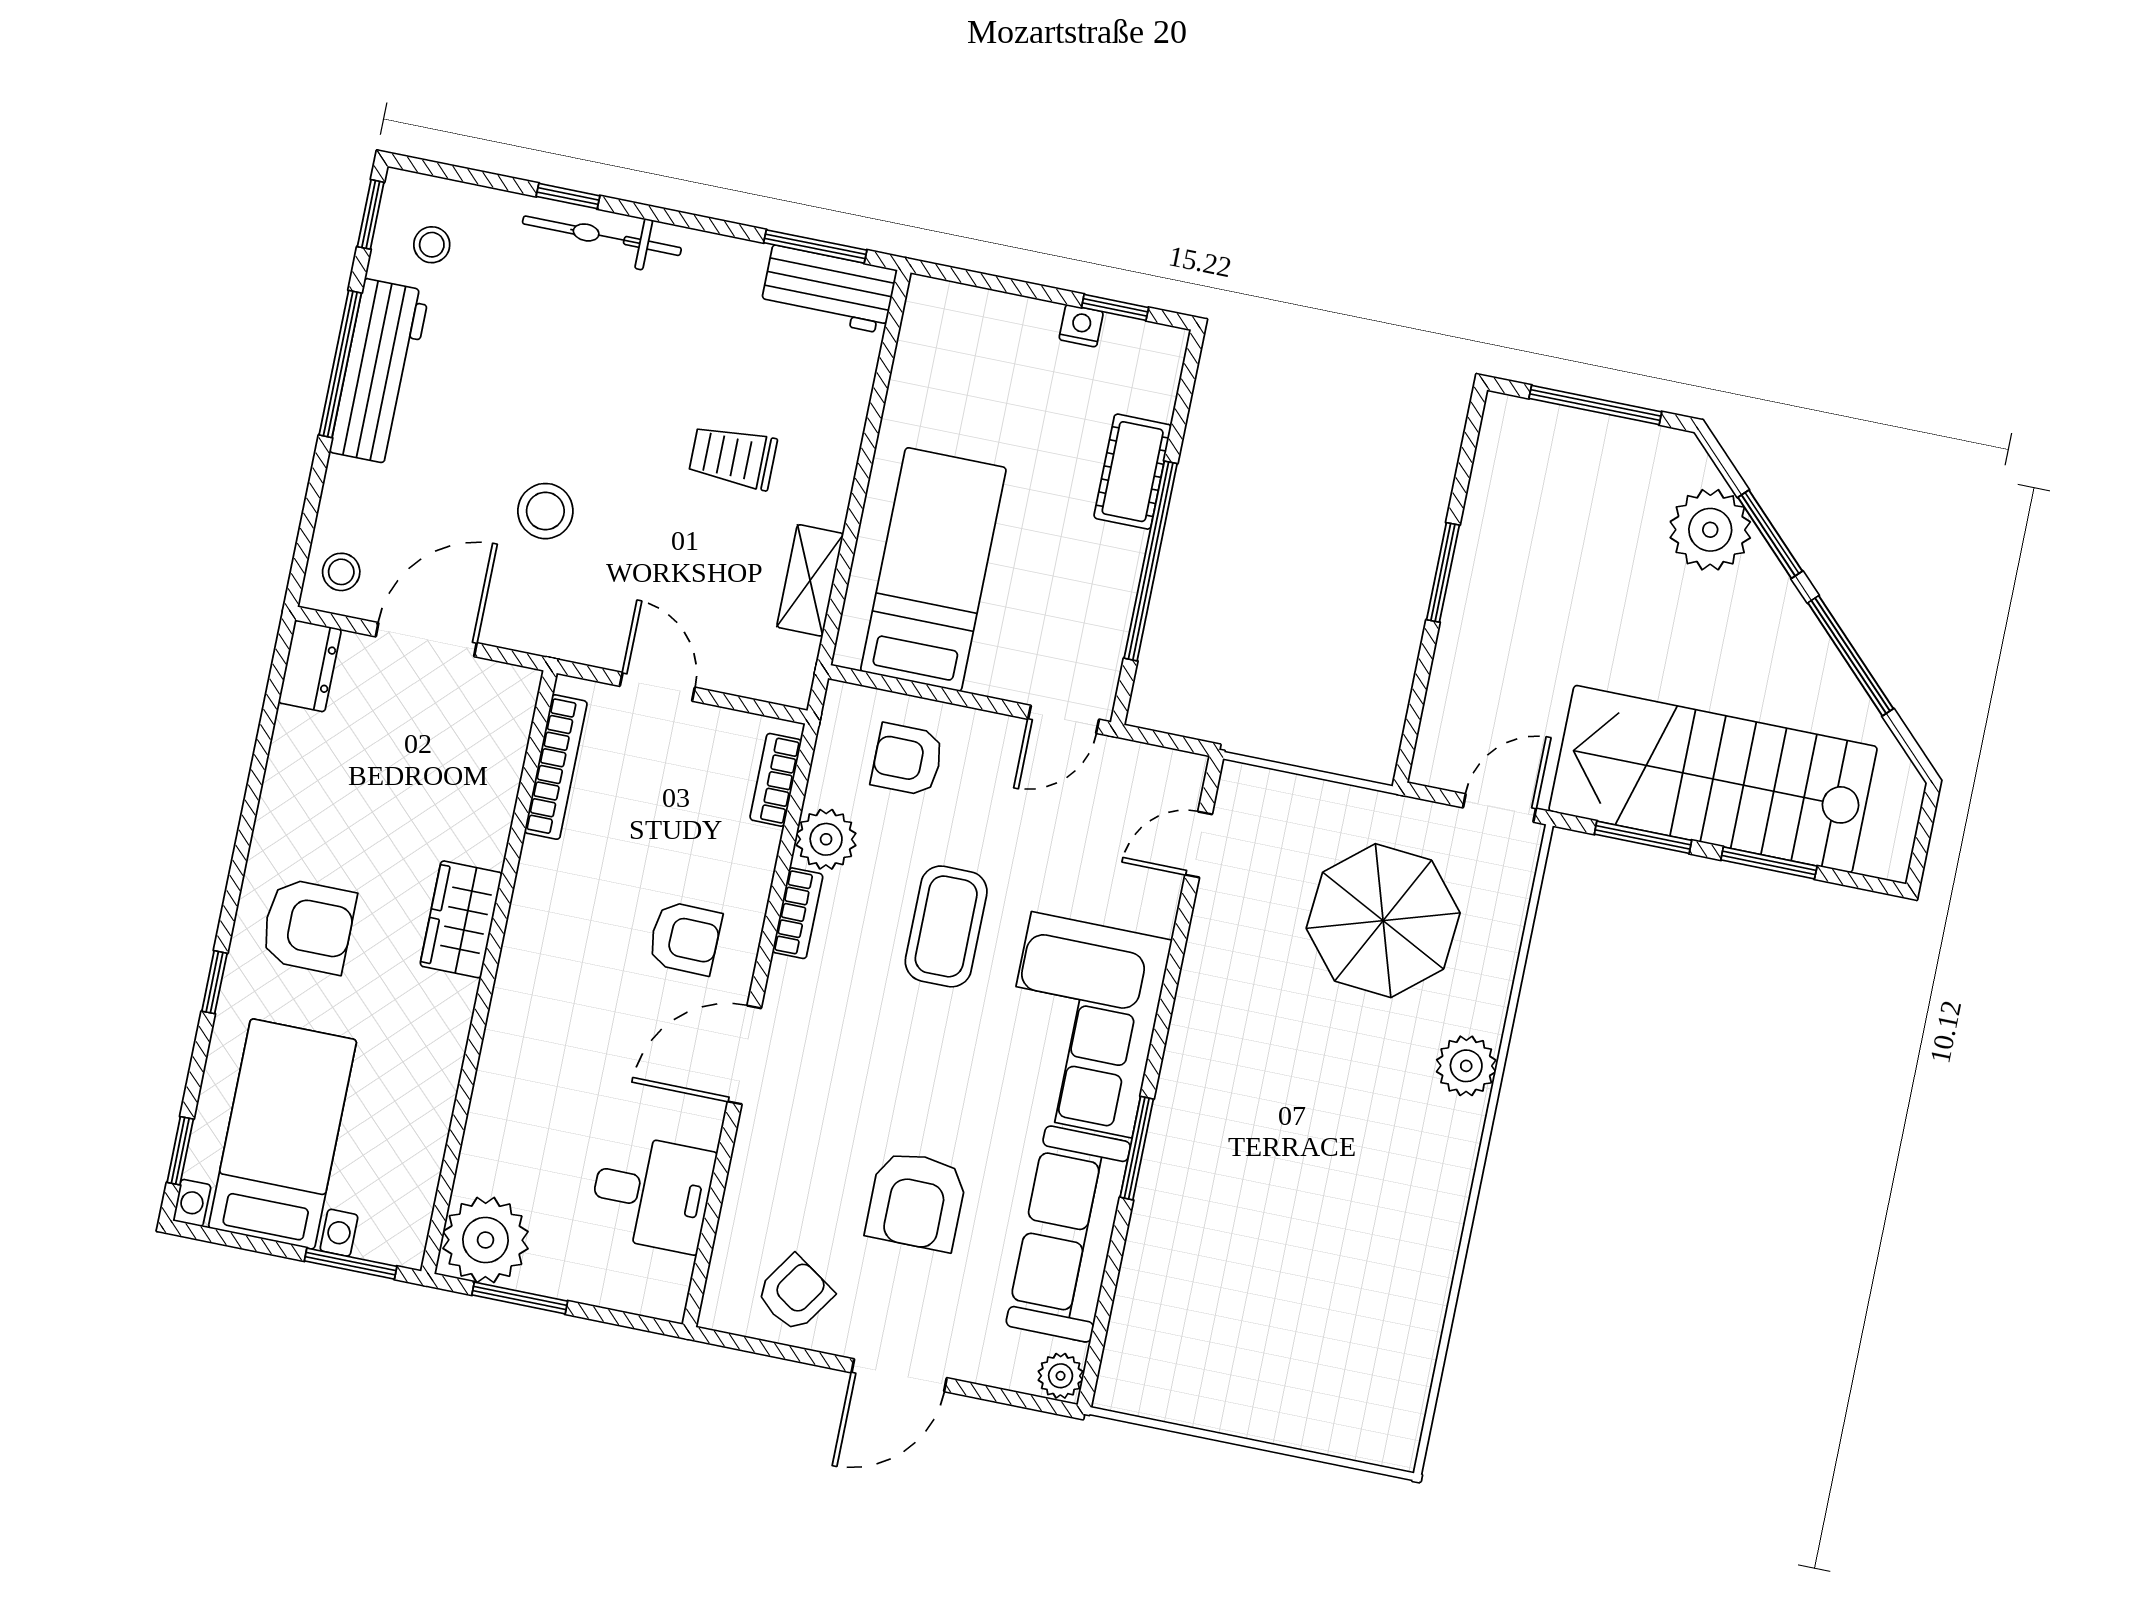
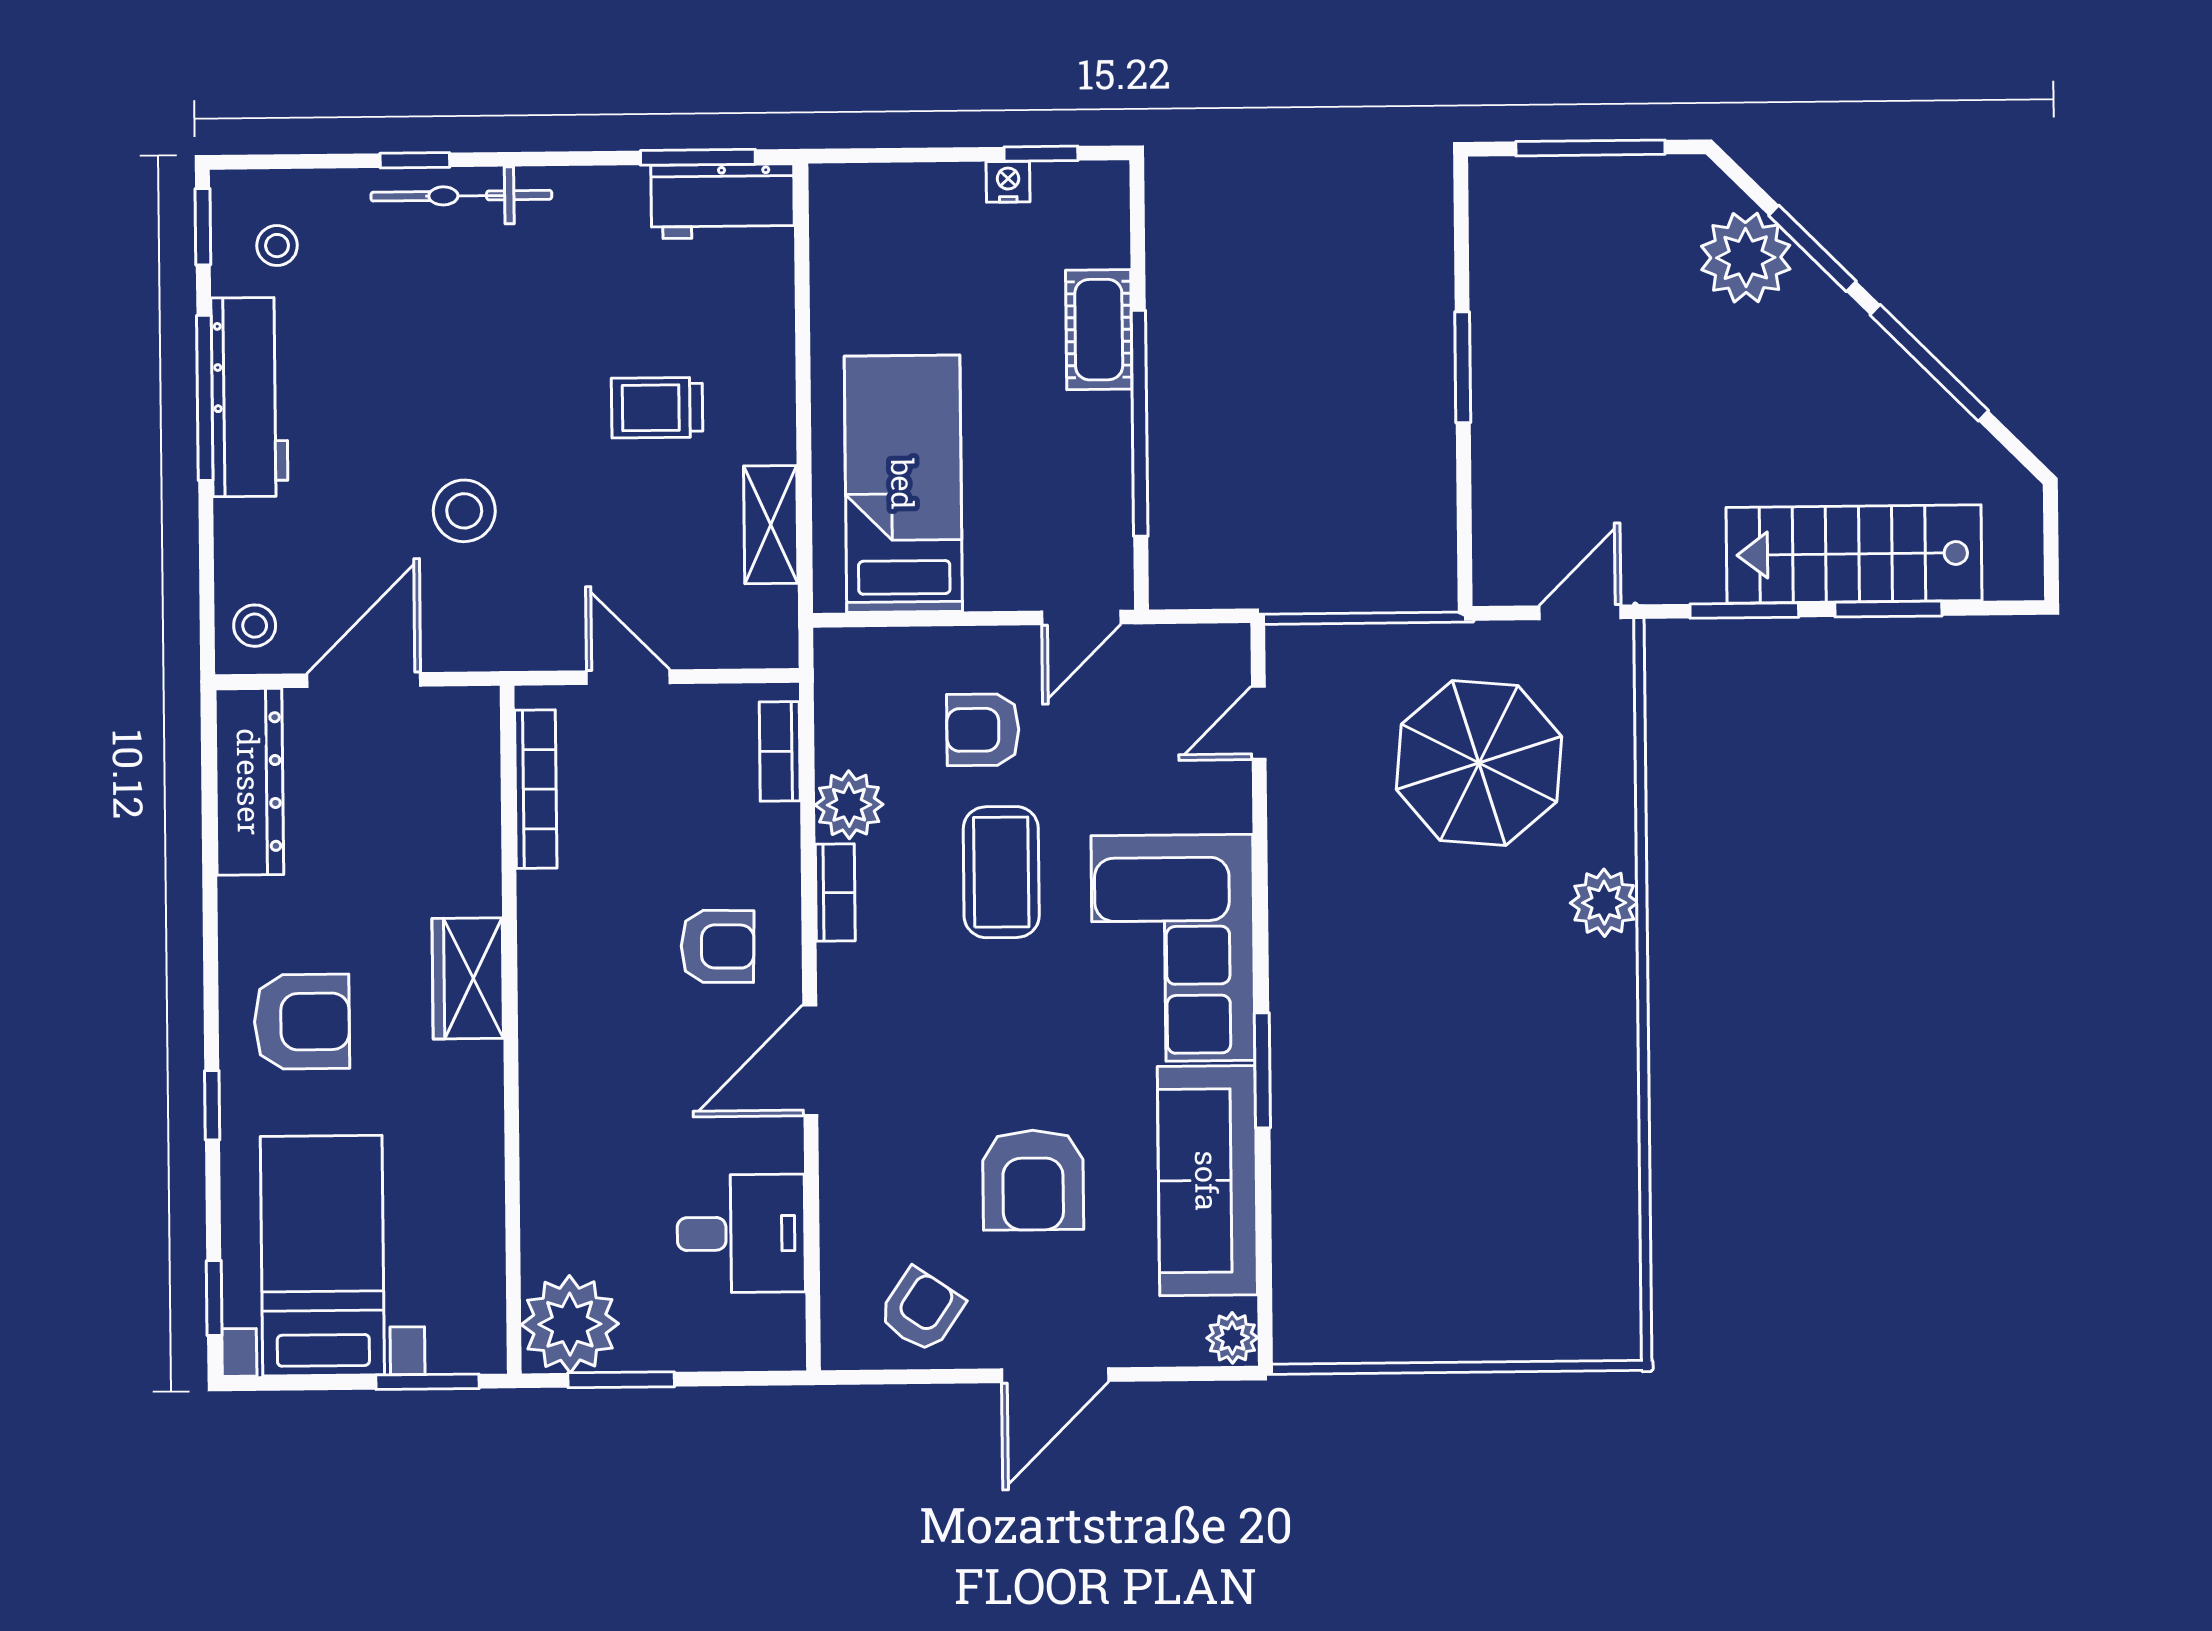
dresser: (310, 666) -> (249, 782), width x1.96, depth x1.24
armchair: (907, 760) -> (983, 730), moved
stairs: (1713, 779) -> (1854, 554), width x0.73, depth x0.66

